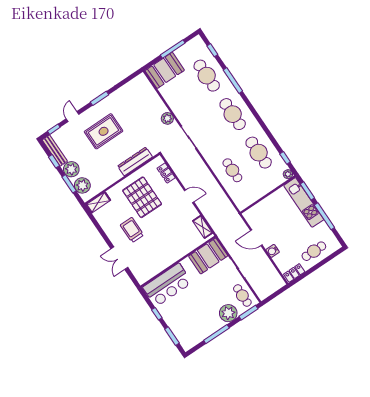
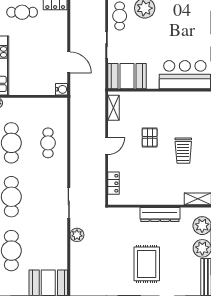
rug: (104, 131) -> (147, 264), turned 90
dresser: (135, 161) -> (160, 215), moved
door: (189, 196) -> (107, 146), swing flipped
pallet: (142, 197) -> (150, 137), moved, width x0.49, depth x0.50
water cooler: (273, 251) -> (62, 89), moved

